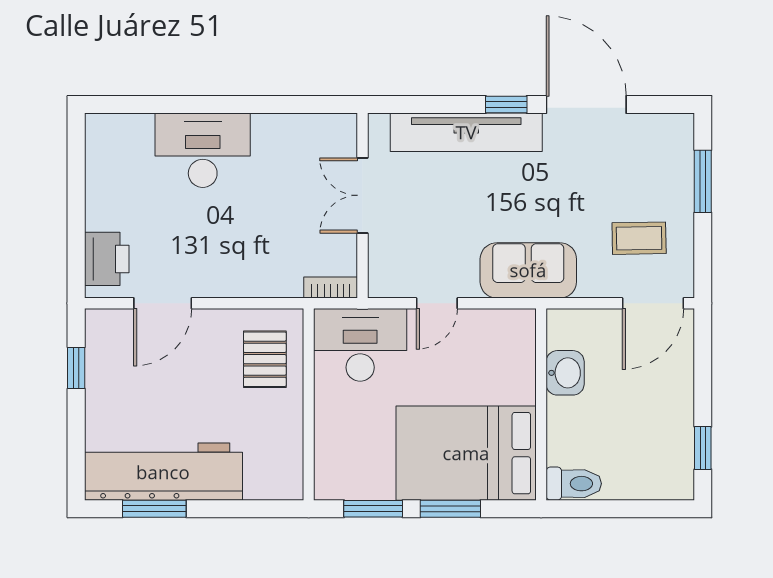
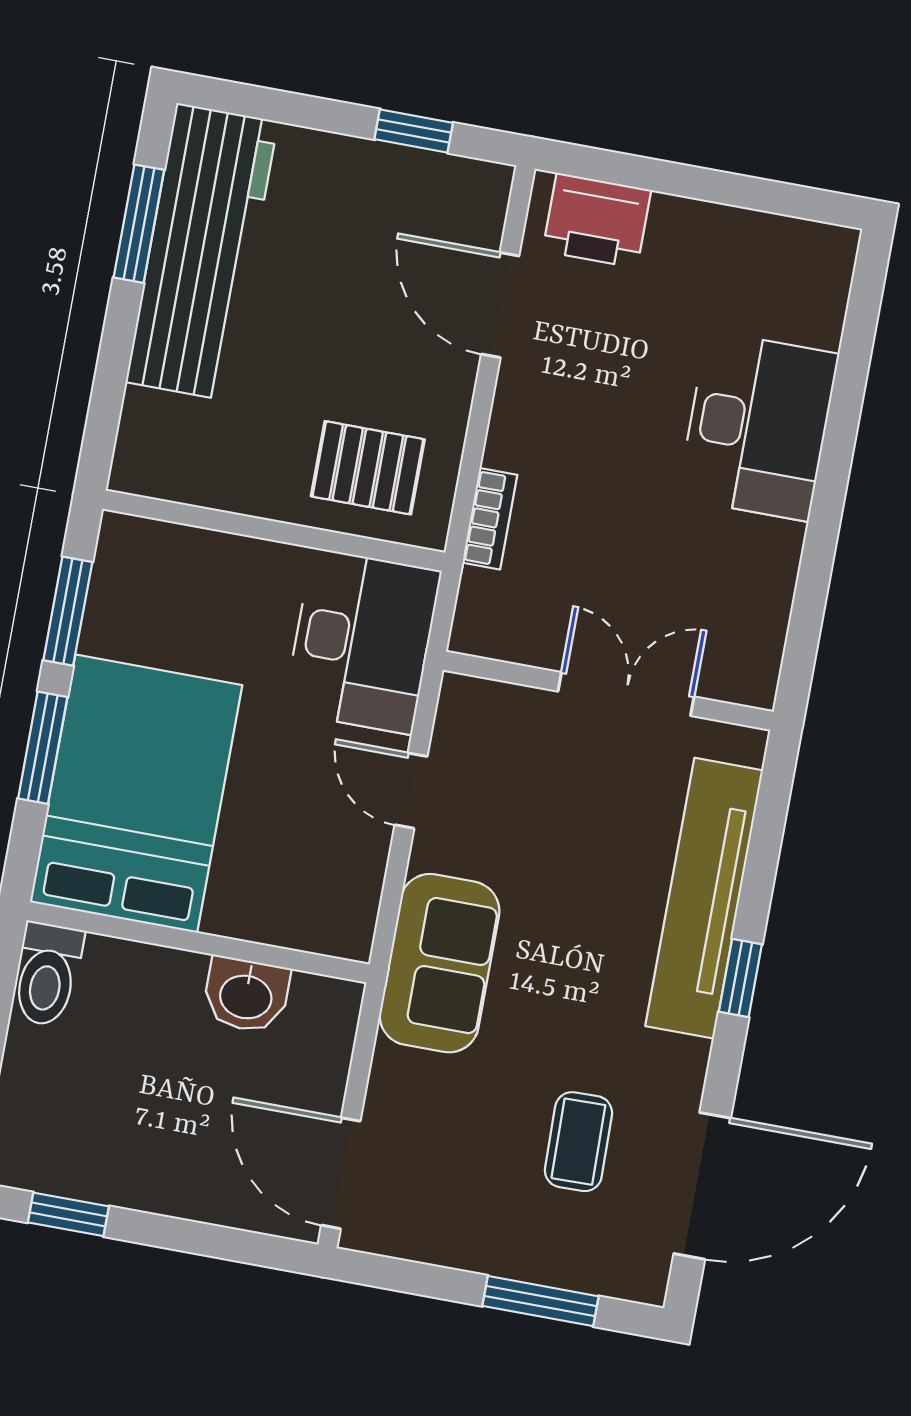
door: (586, 104) -> (702, 1186), moved
coffee table: (639, 238) -> (578, 1142), moved
bookcase: (331, 287) -> (490, 519), moved

